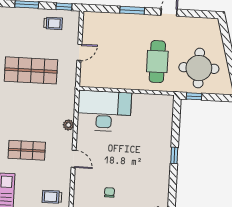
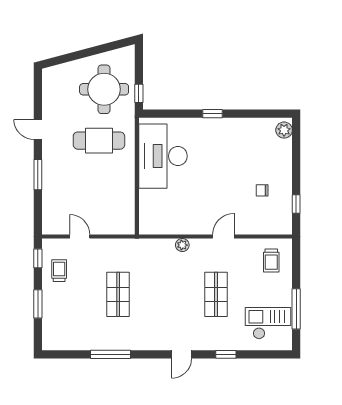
door: (79, 52) -> (80, 236), moved
shop shelf: (31, 70) -> (118, 294), width x0.70, depth x0.74
desk: (104, 111) -> (163, 156), moved

